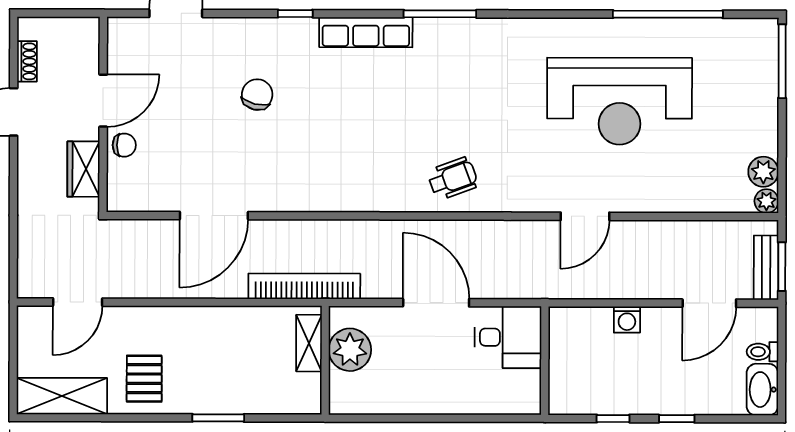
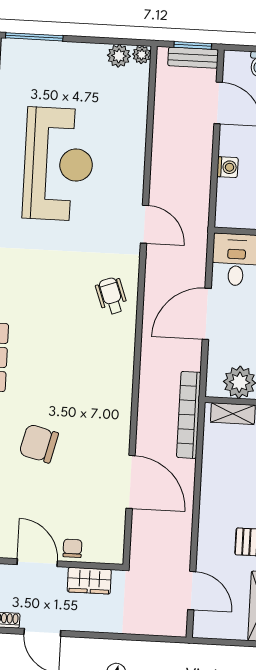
chair: (257, 95) -> (39, 444), width x1.37, depth x1.37
door: (585, 216) -> (144, 224), moved

